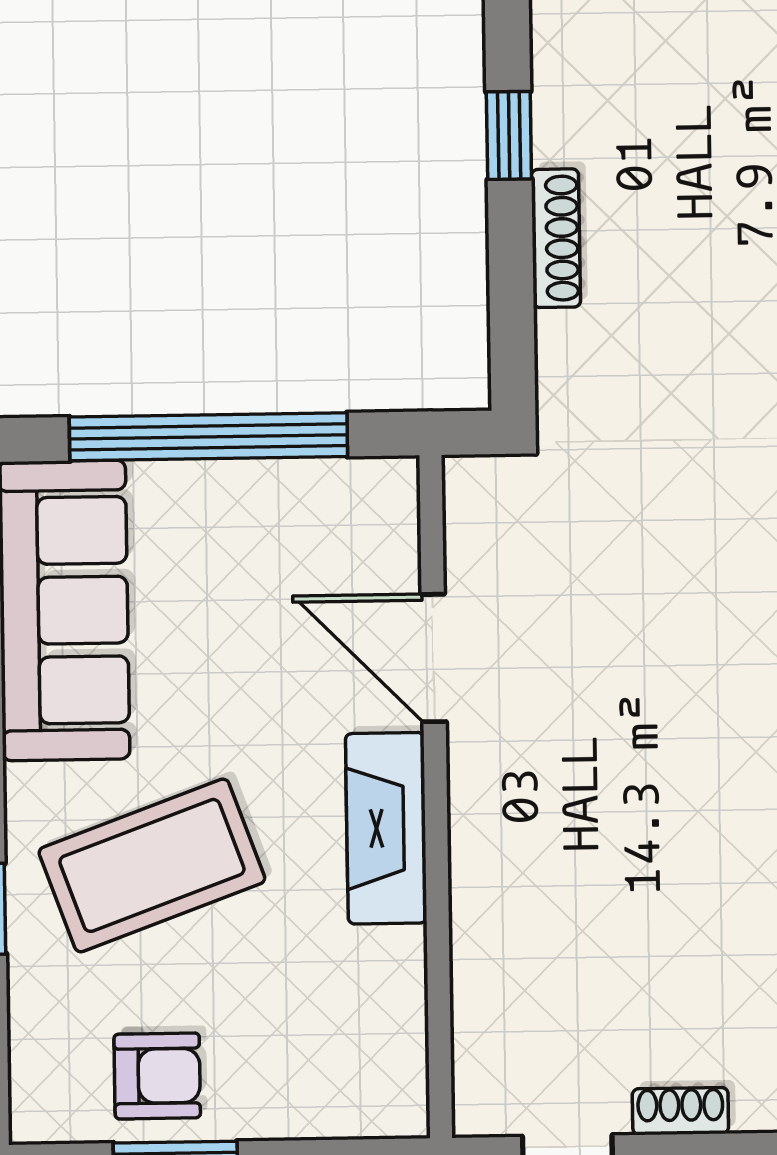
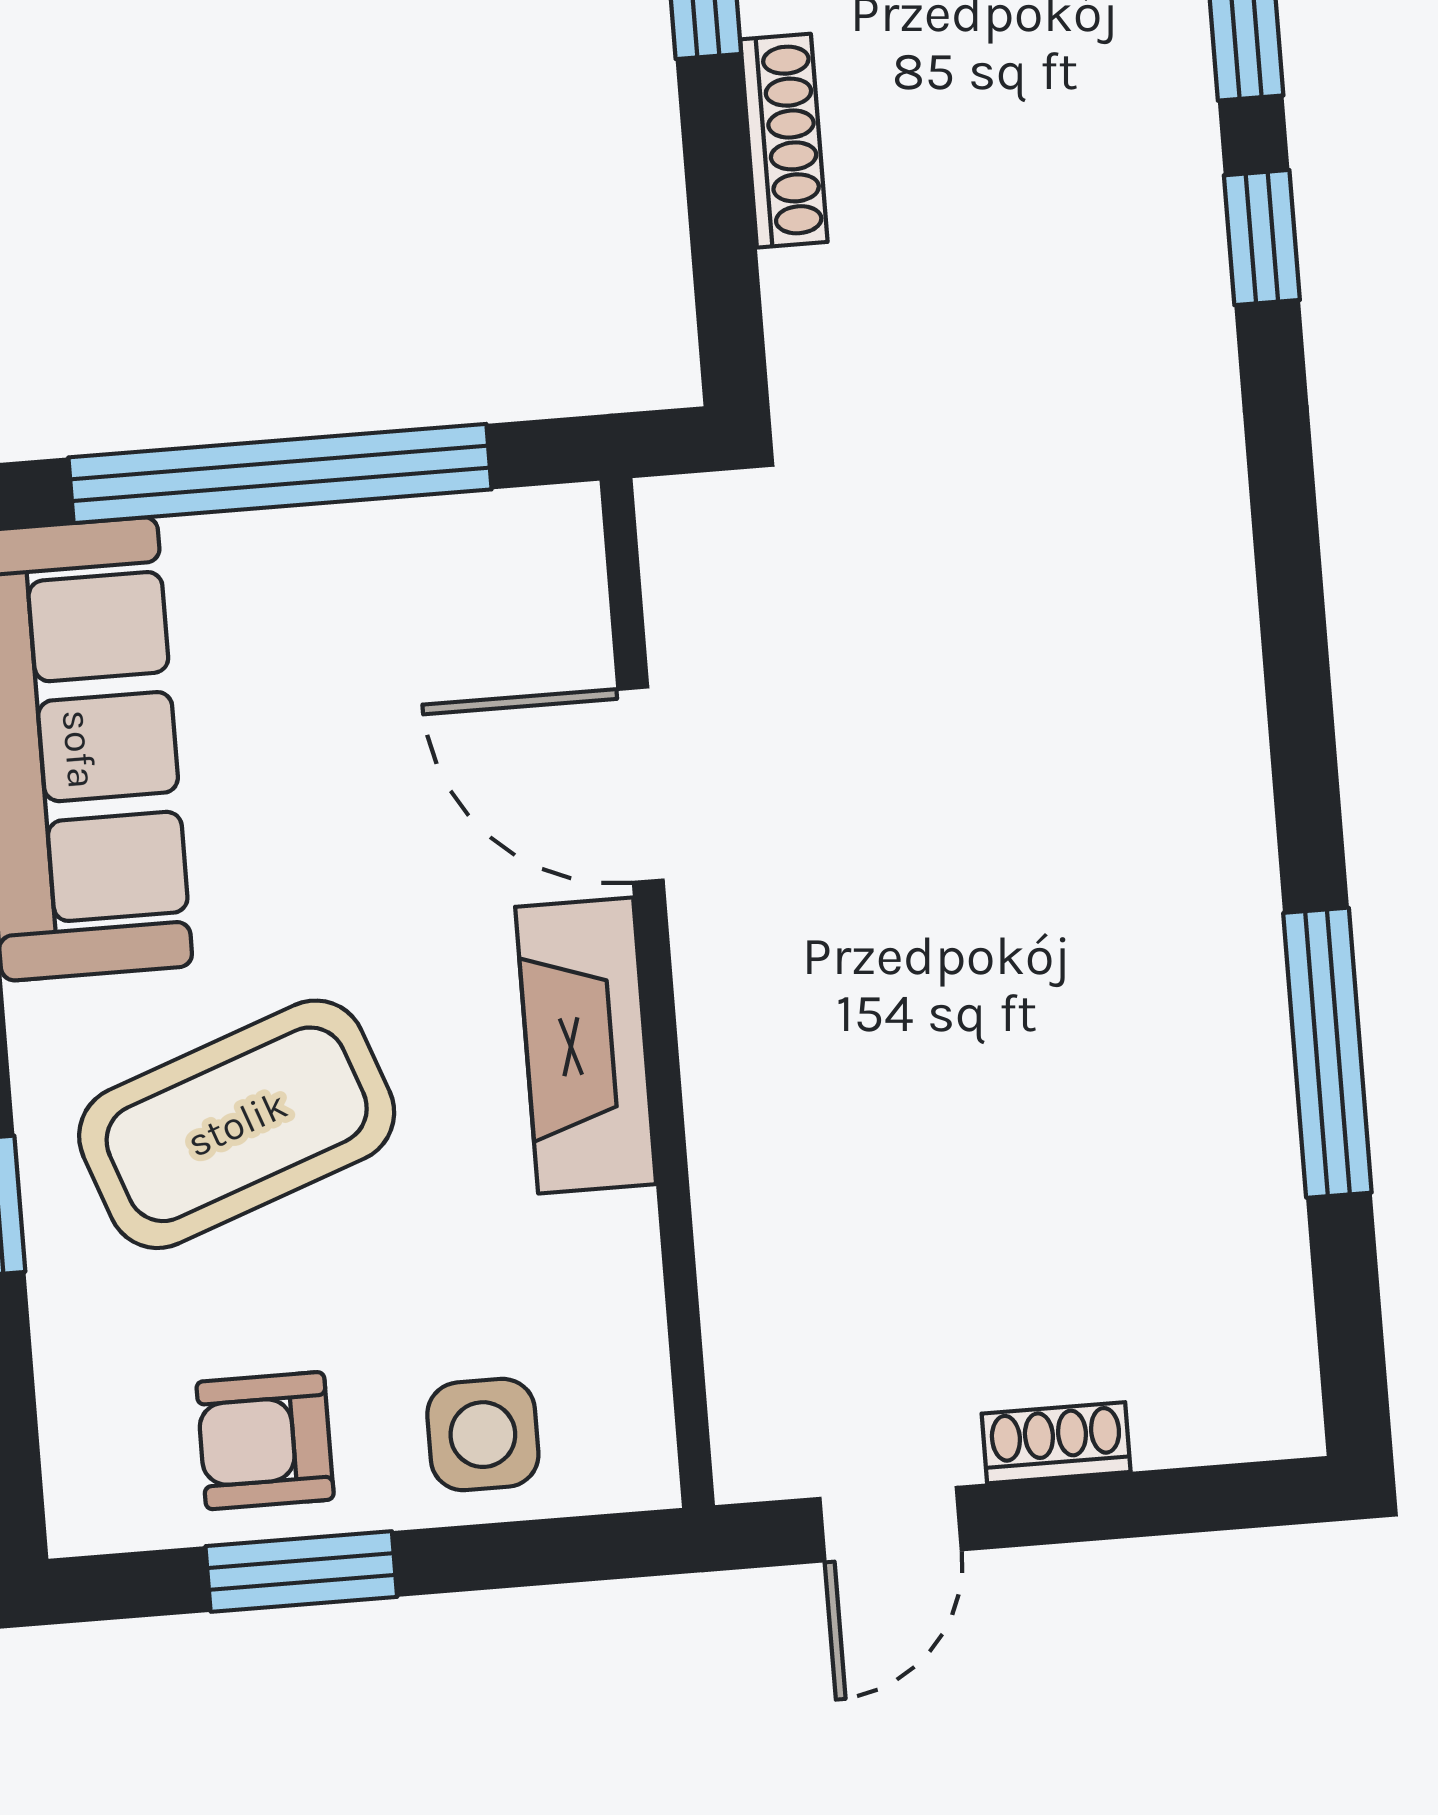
armchair: (157, 1076) -> (265, 1441), turned 180
side table: (302, 1081) -> (483, 1435), added

